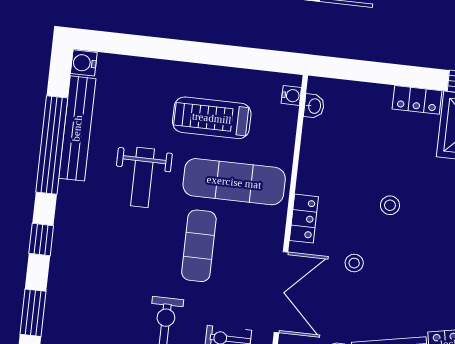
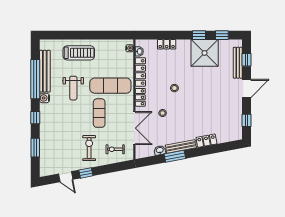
water cooler: (84, 63) -> (44, 98), moved
locker: (417, 100) -> (167, 44), moved
treadmill: (212, 118) -> (79, 53), moved, turned 180
locker: (311, 157) -> (140, 72), added

